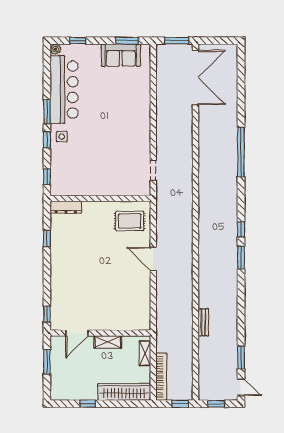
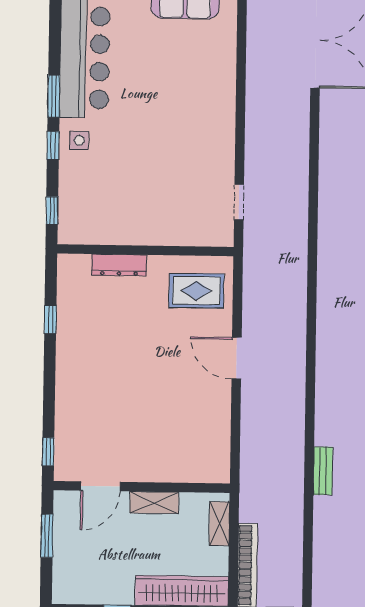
dresser: (66, 207) -> (119, 265), moved

